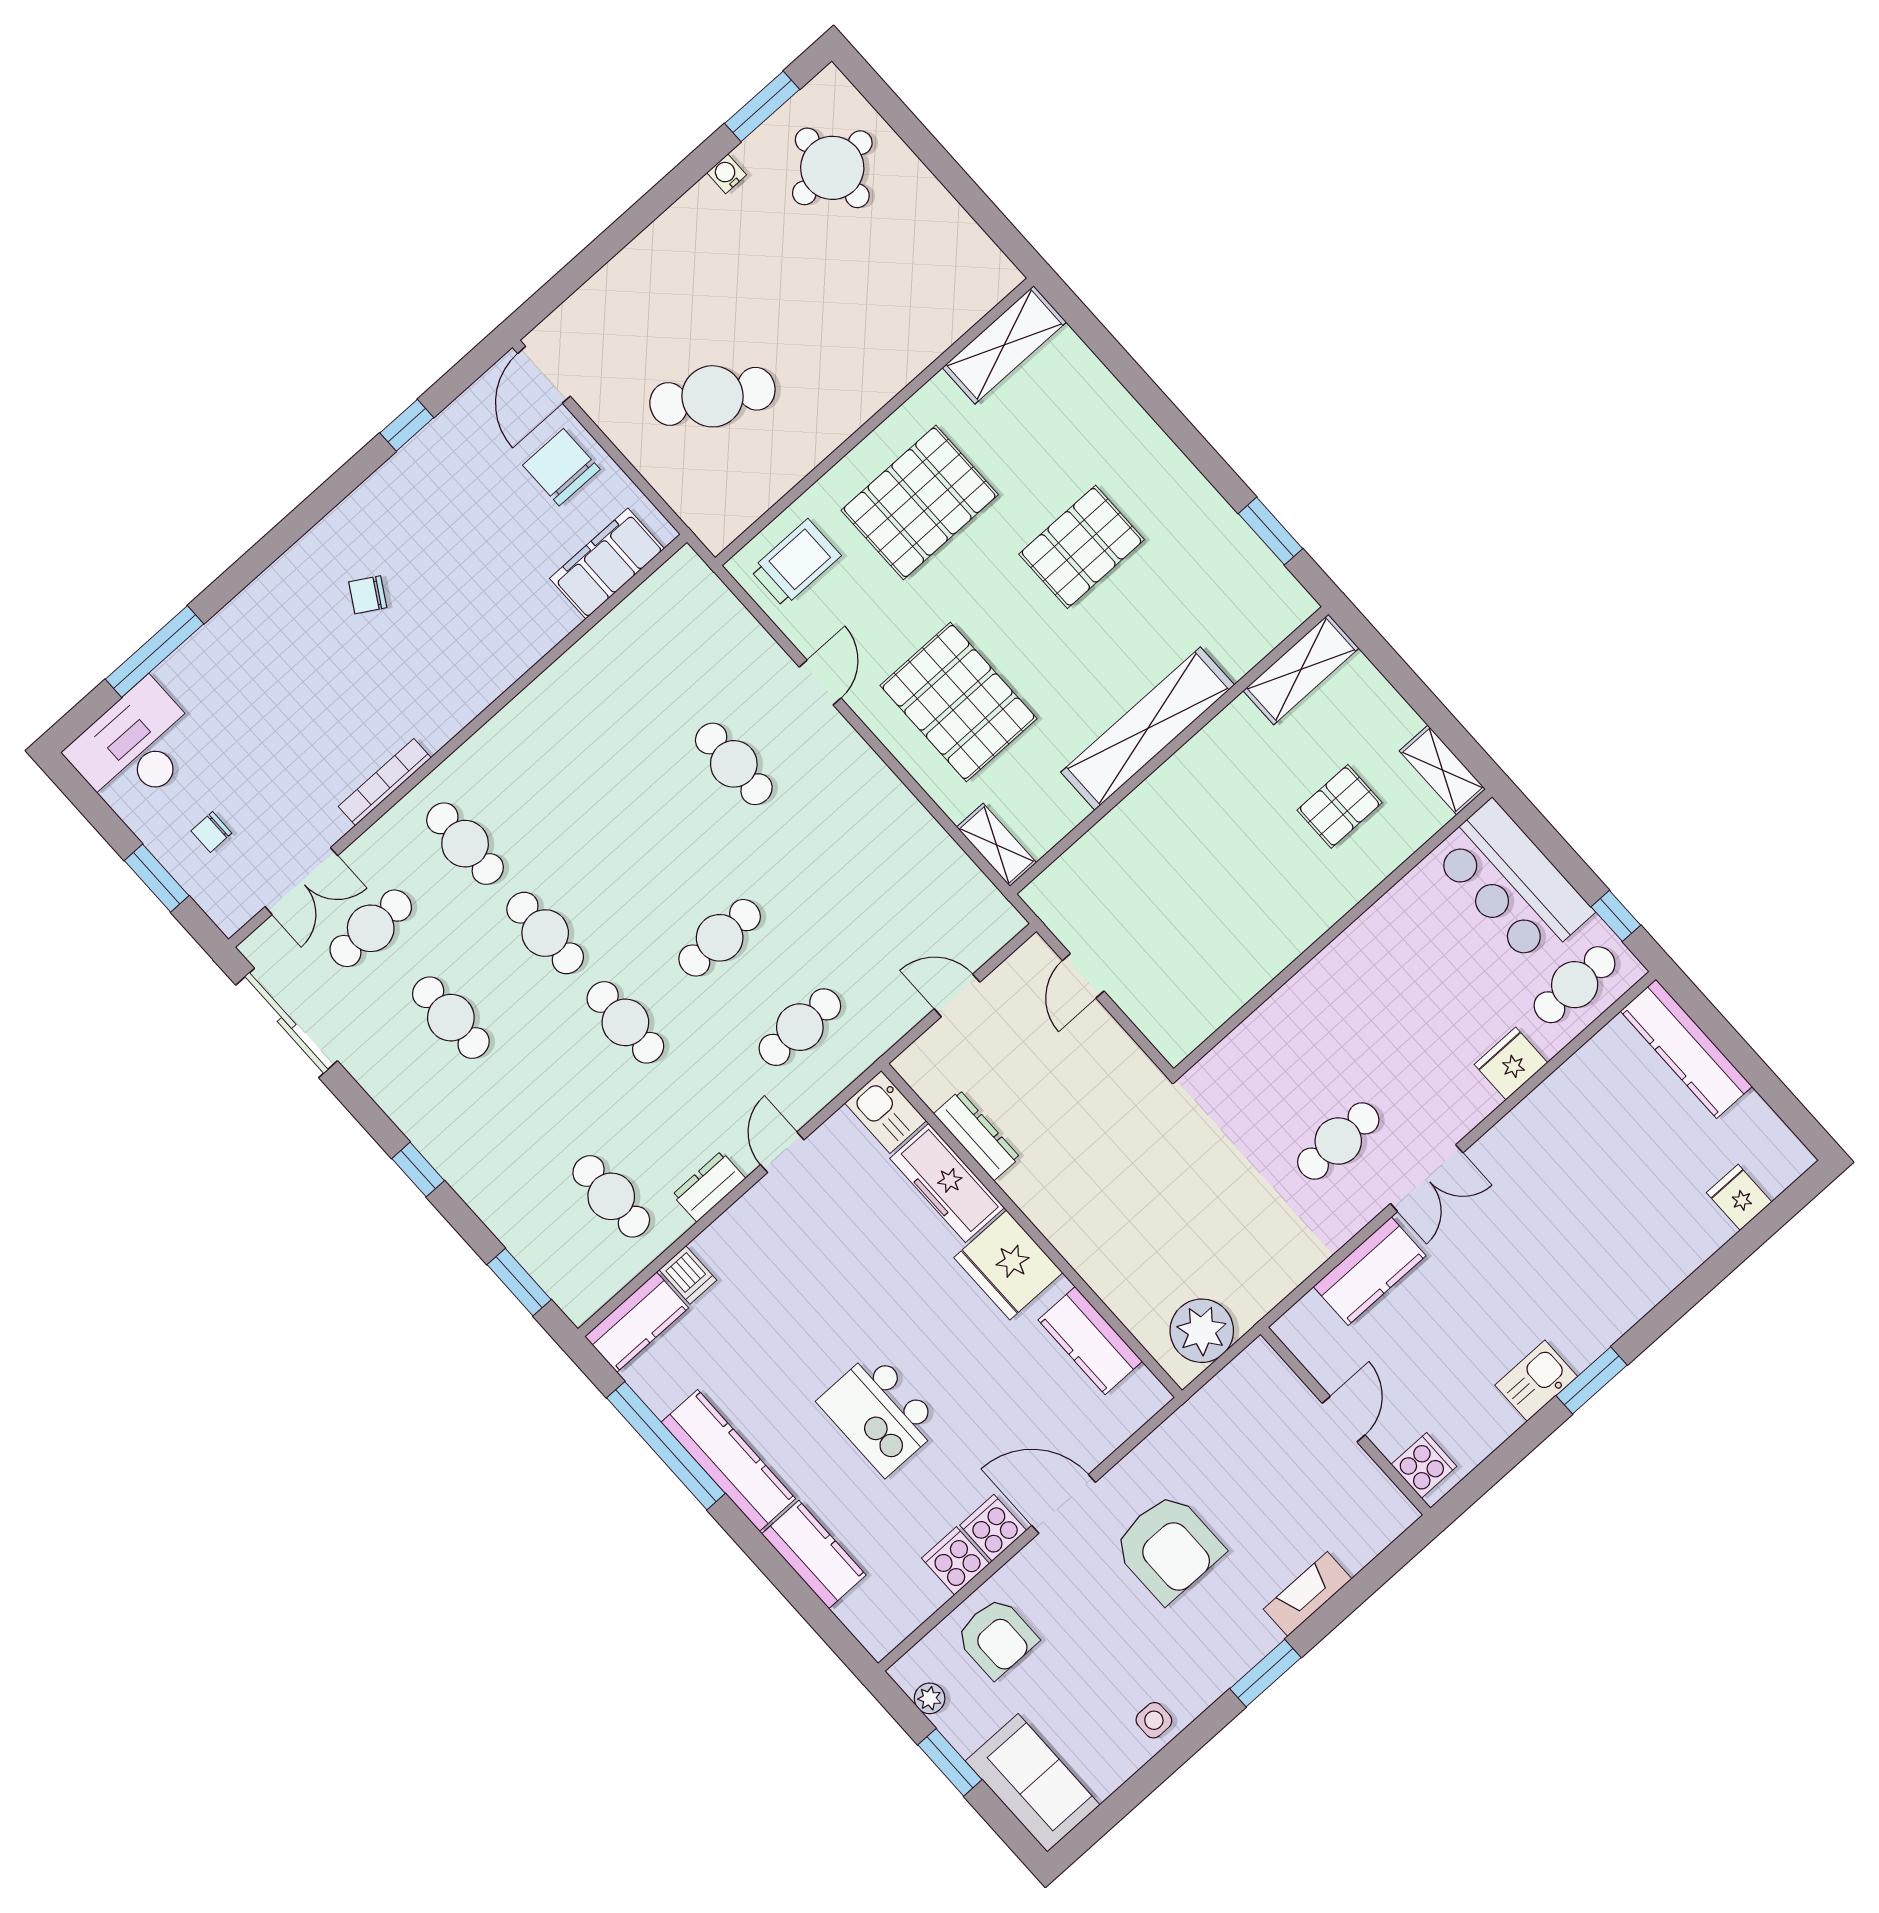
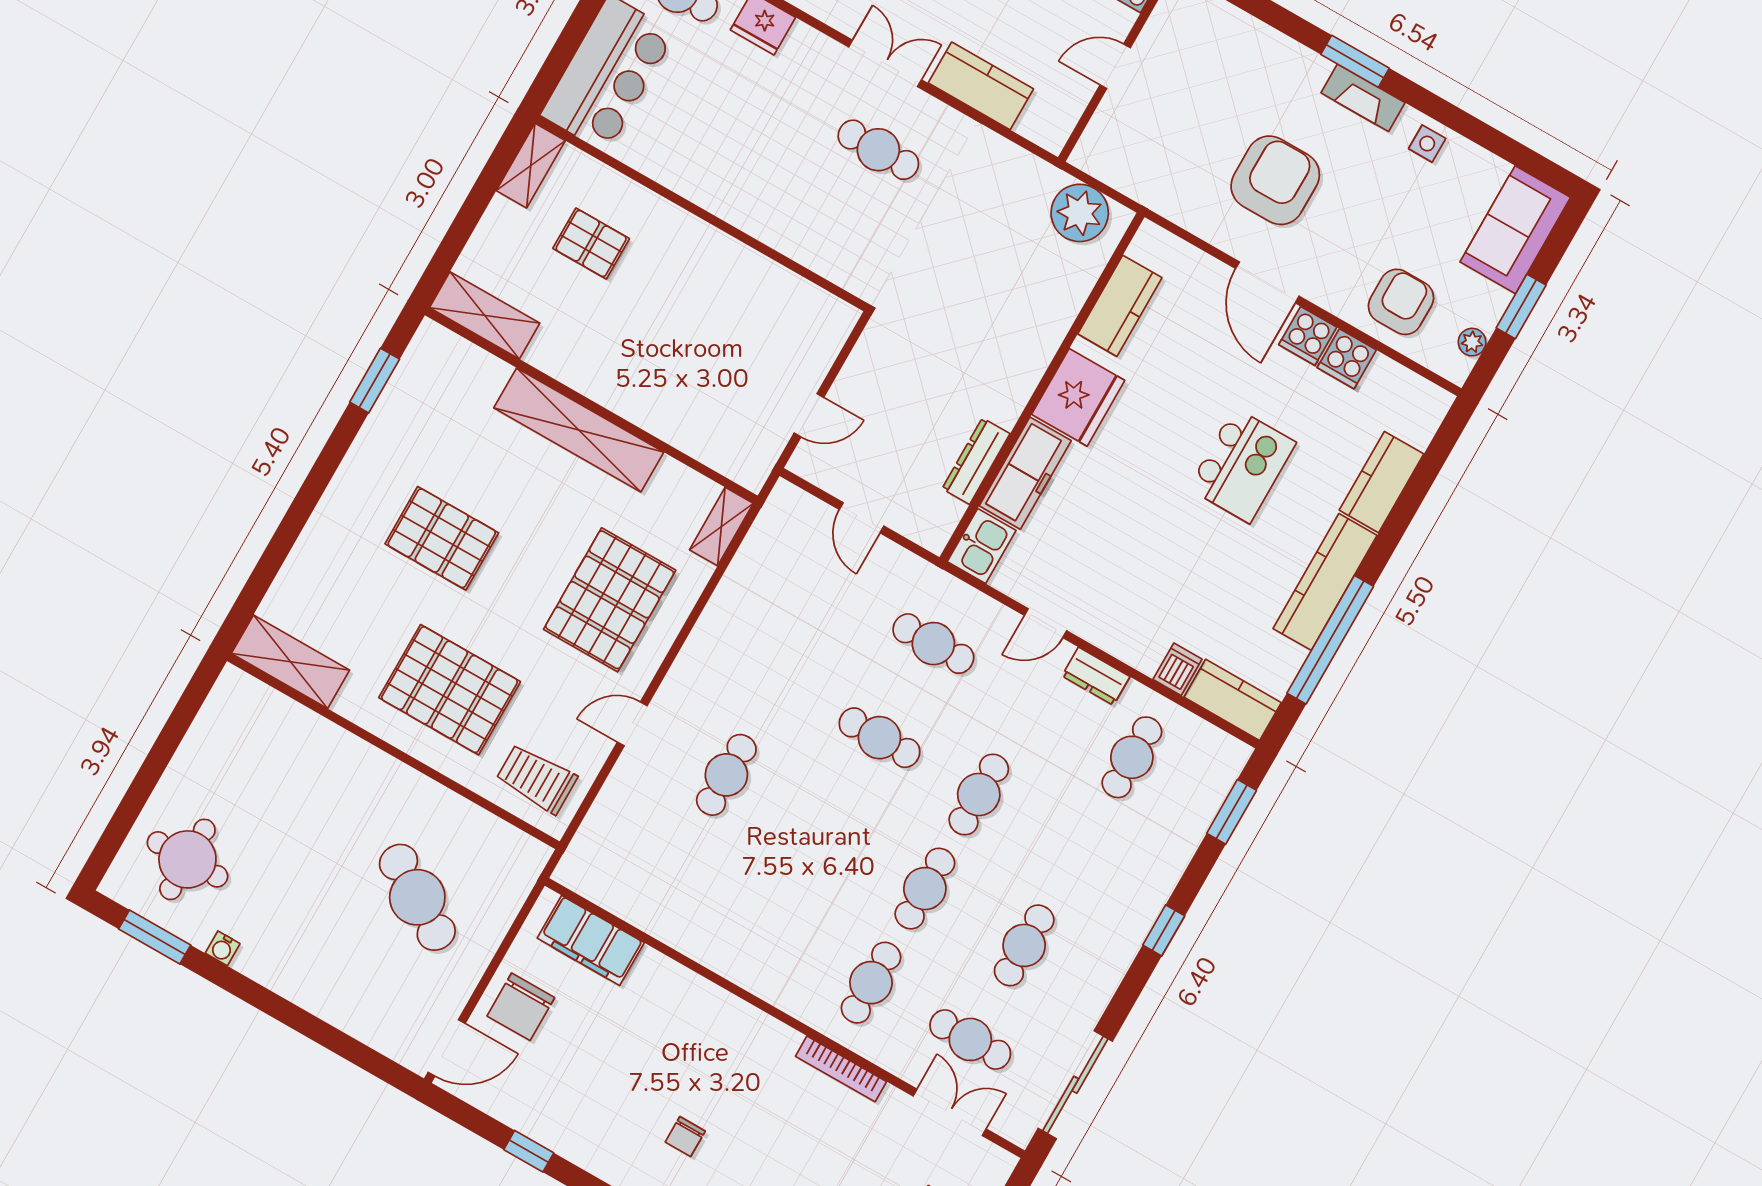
chair: (368, 595) -> (685, 1137), turned 59
fireplace: (1308, 1594) -> (1363, 98), moved

